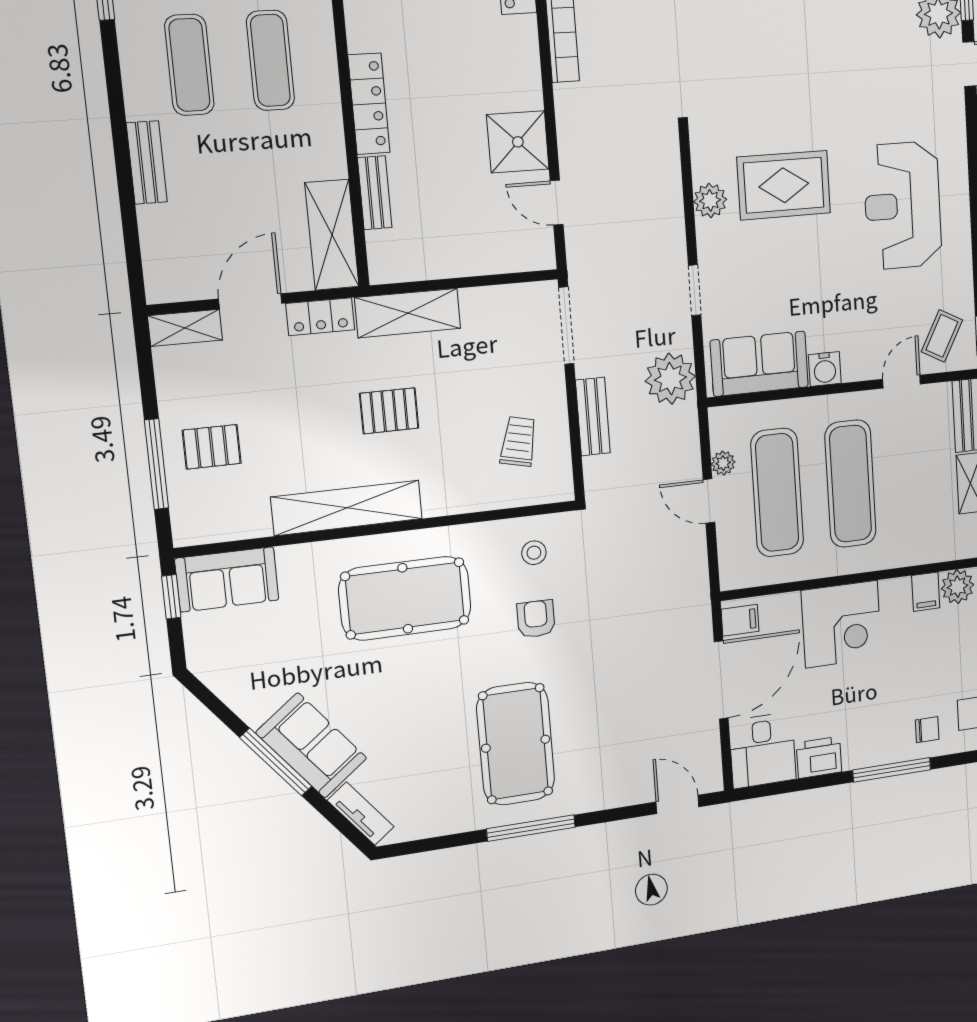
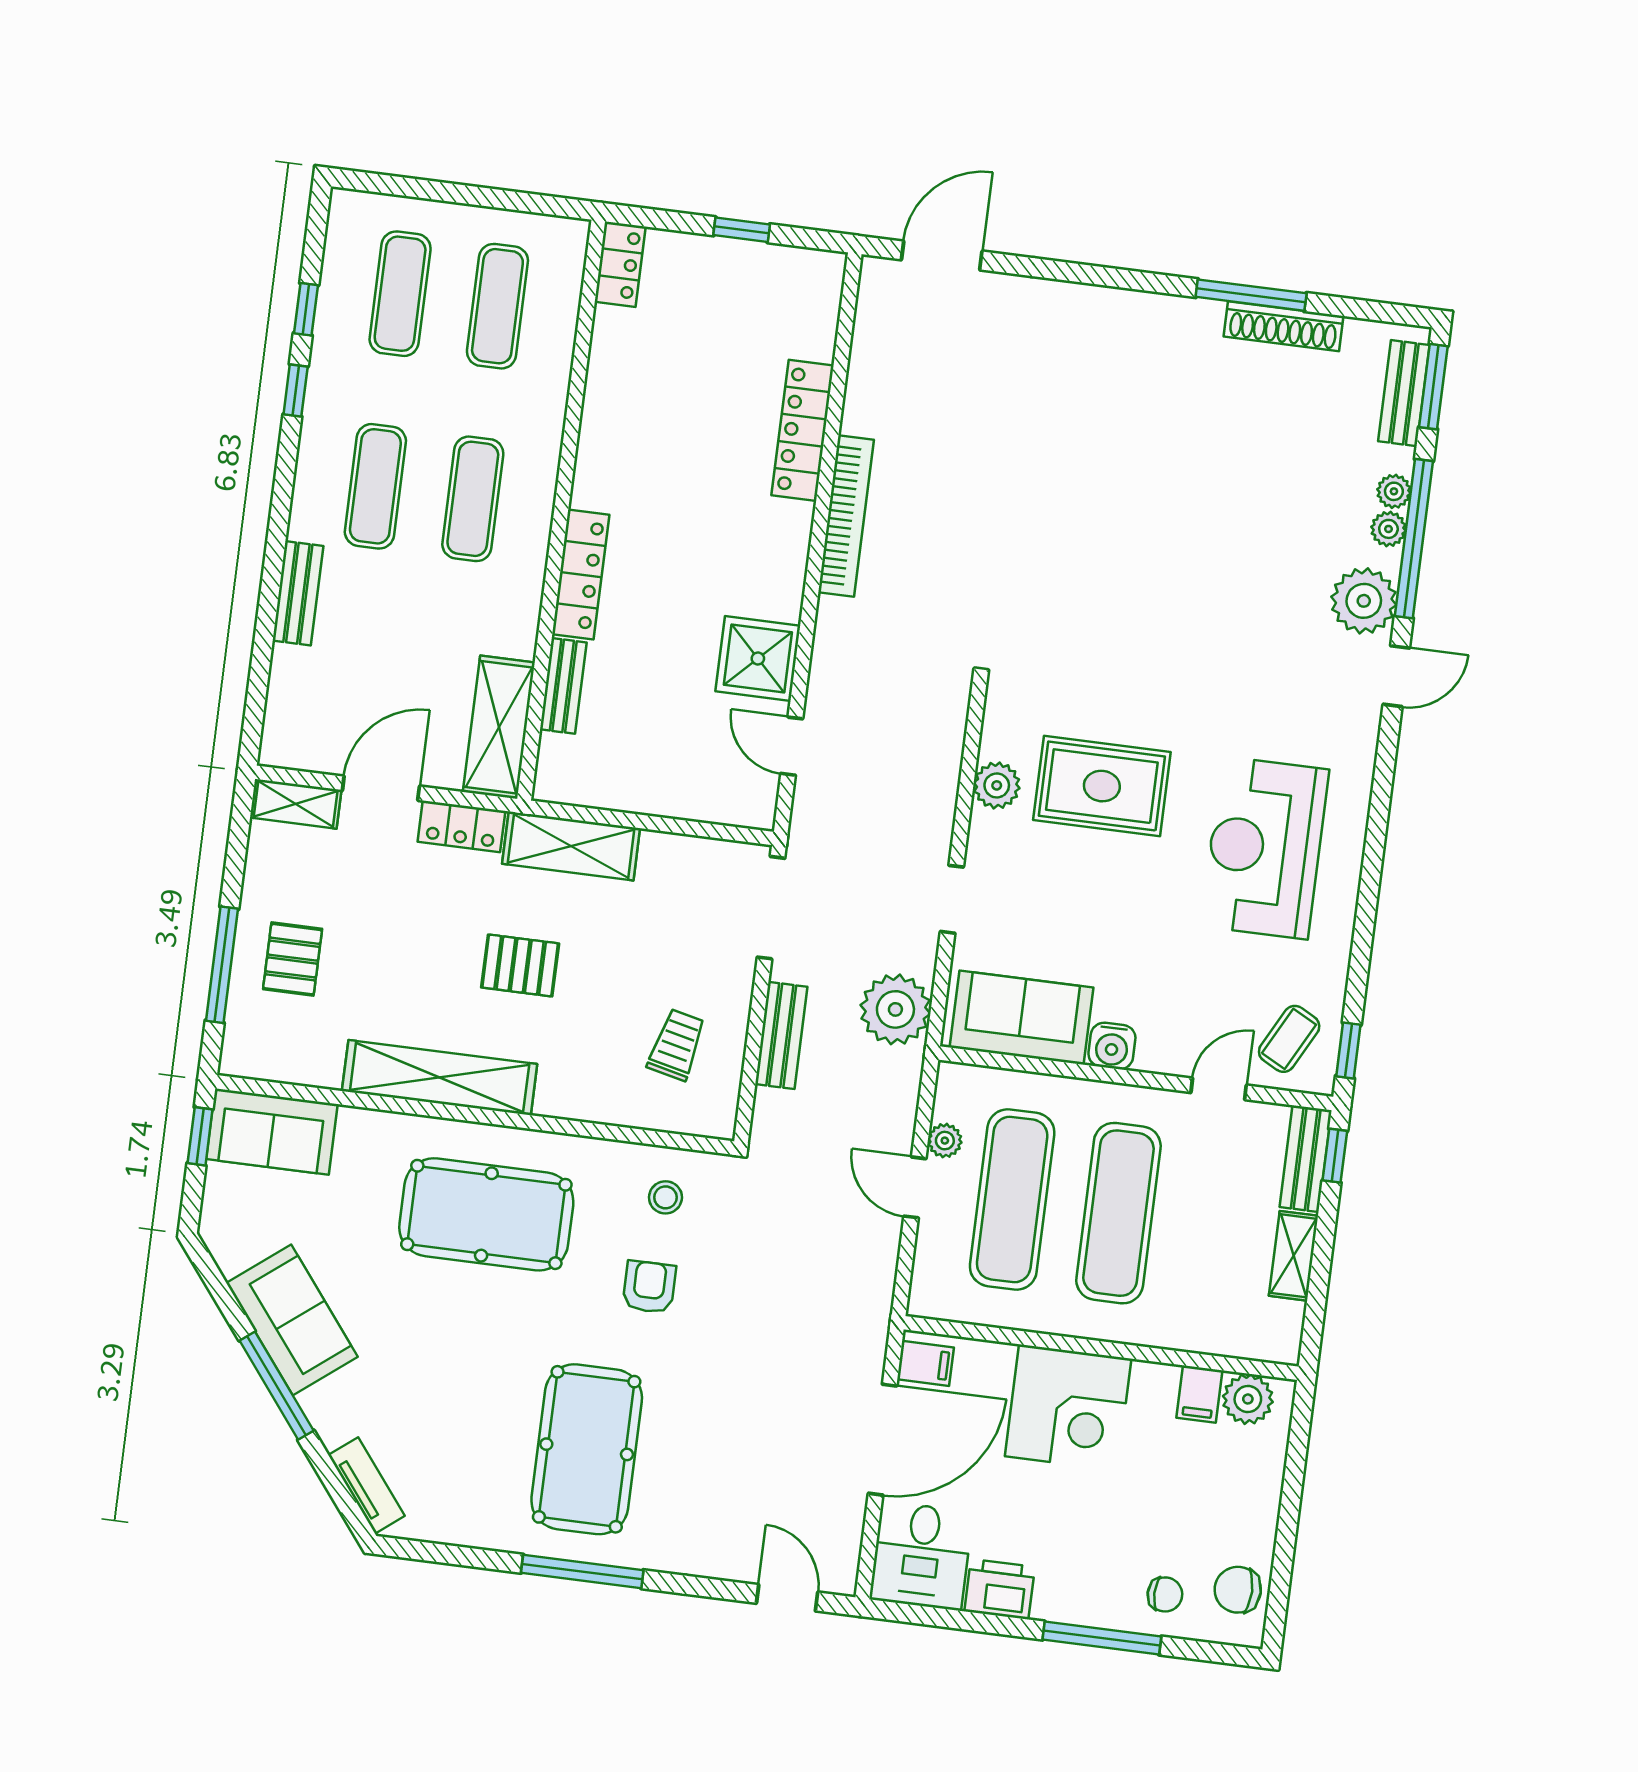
pallet: (212, 447) -> (293, 959), turned 90
sofa: (311, 745) -> (292, 1320), moved

